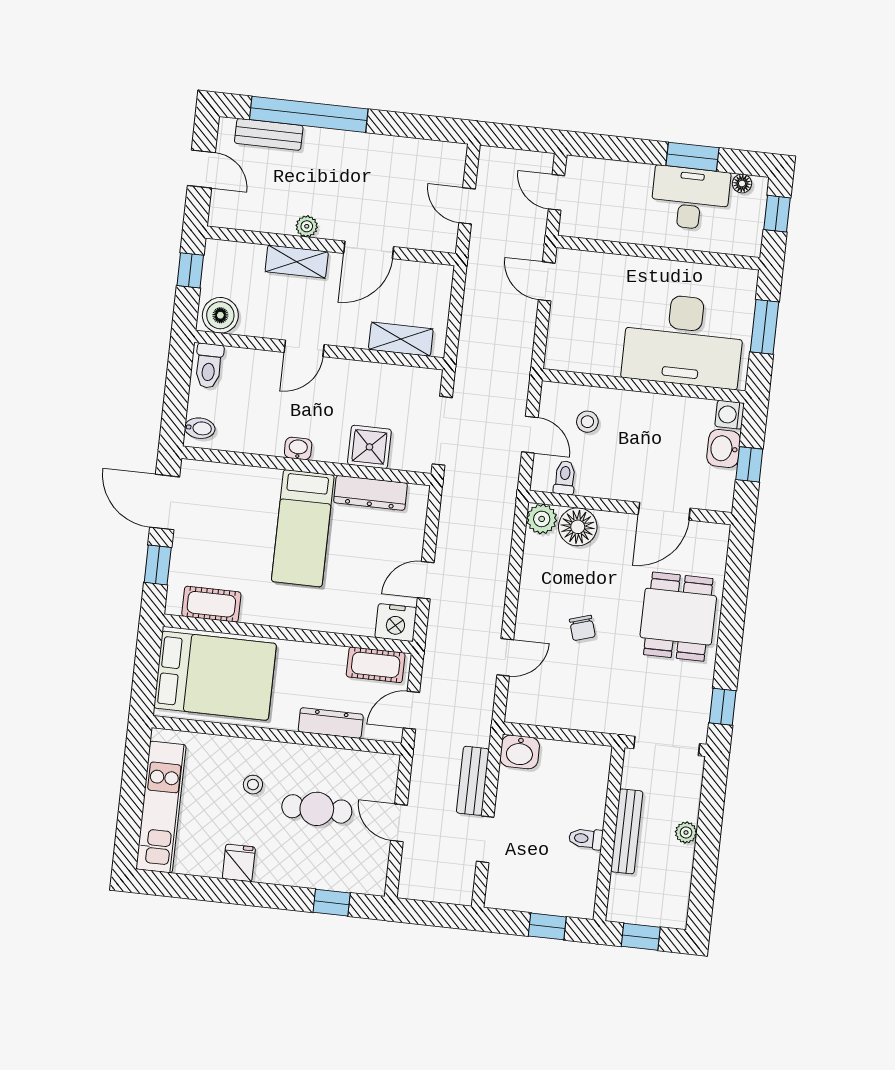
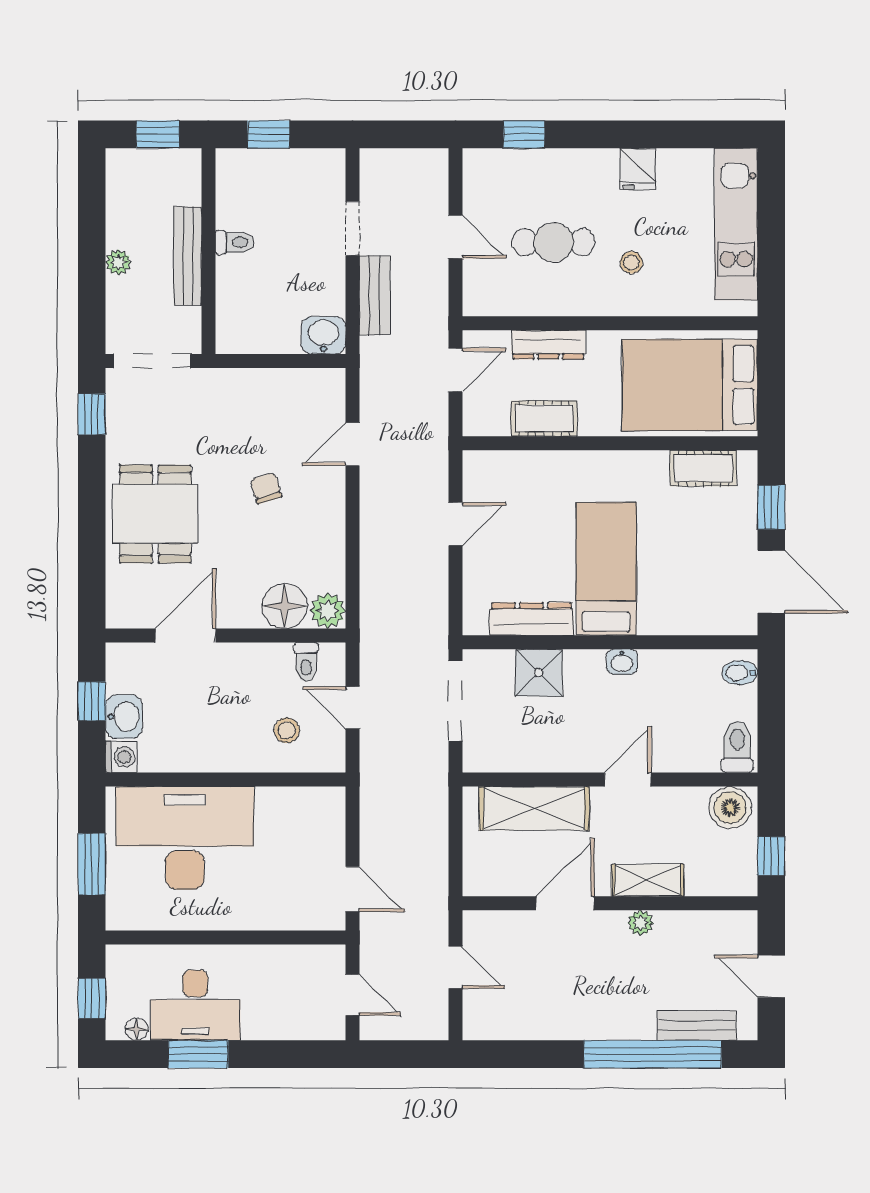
shelving: (401, 339) -> (534, 808), width x1.50, depth x1.33
nightstand: (396, 623) -> (485, 471), removed
cot: (376, 665) -> (544, 418), moved

